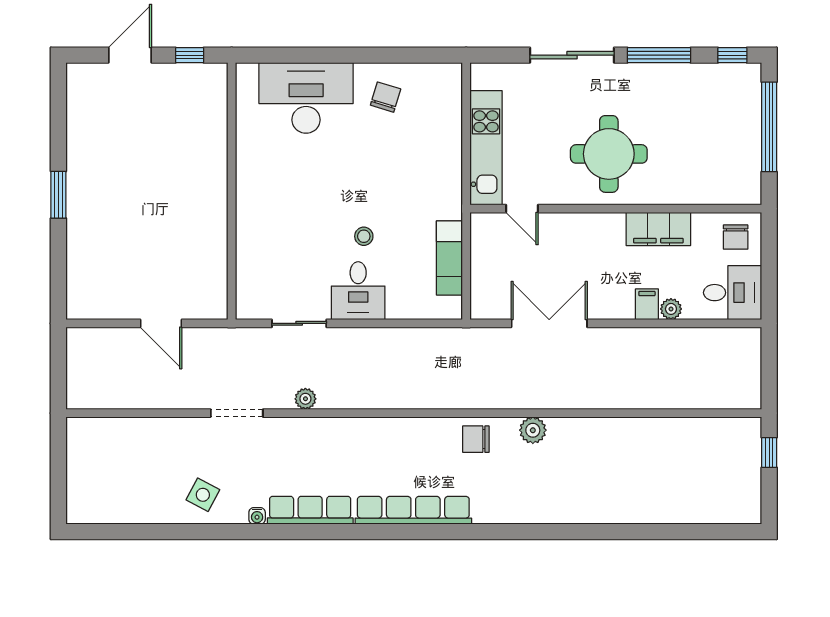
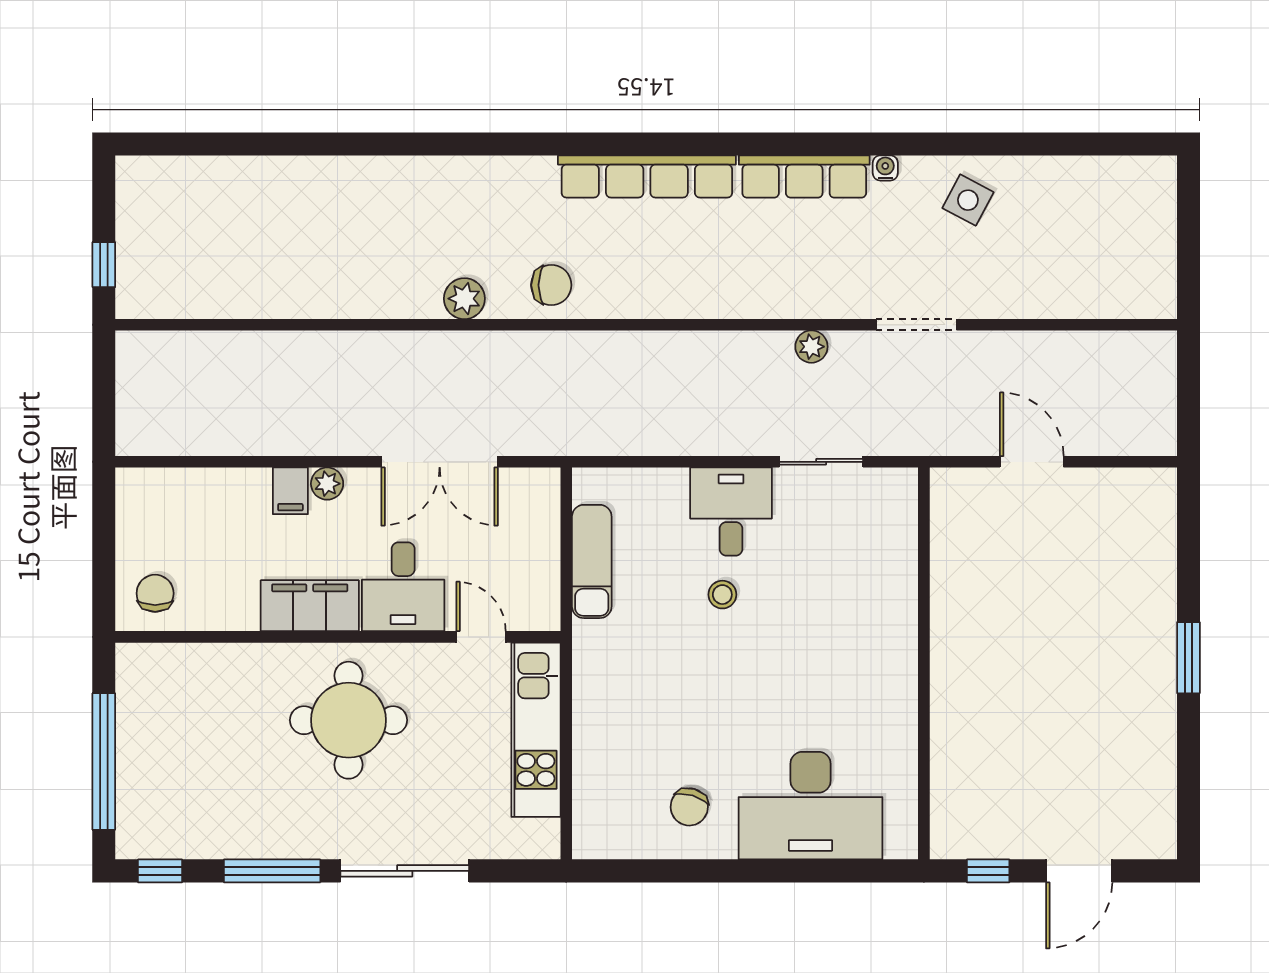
filing cabinet: (658, 229) -> (310, 606), moved
desk: (733, 293) -> (403, 587), moved, turned -90
plant: (671, 309) -> (327, 484), moved

